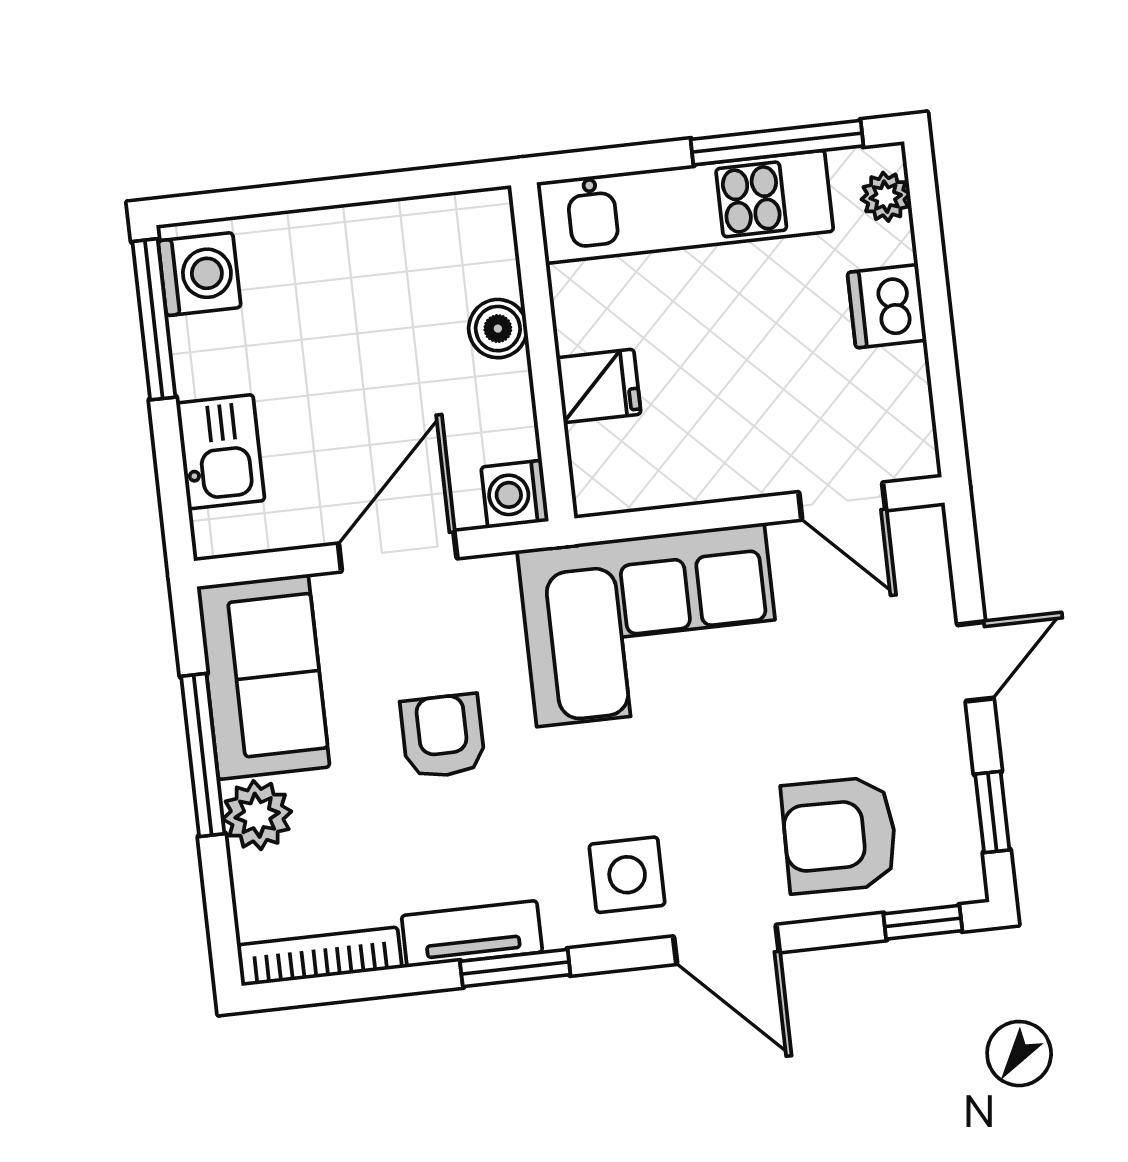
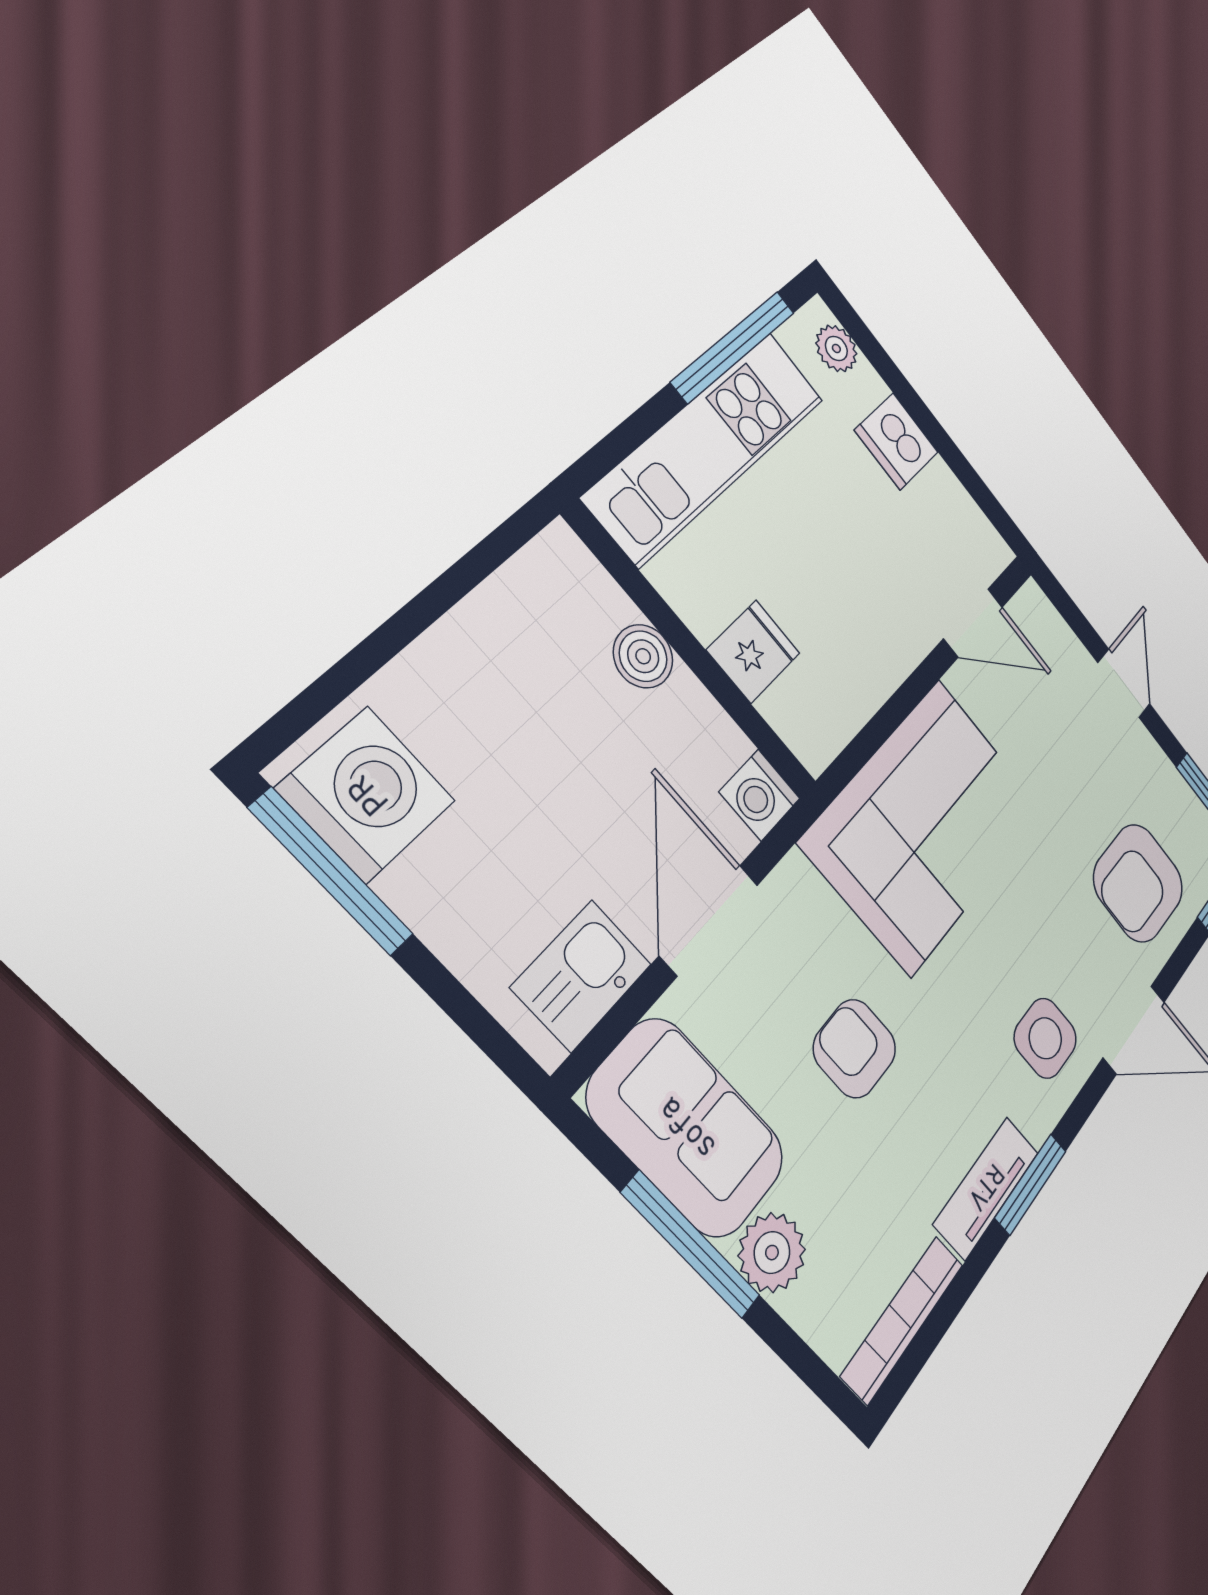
washing machine: (199, 274) -> (367, 795), width x1.37, depth x1.37
kitchen sink: (220, 452) -> (582, 976), moved, turned -90

